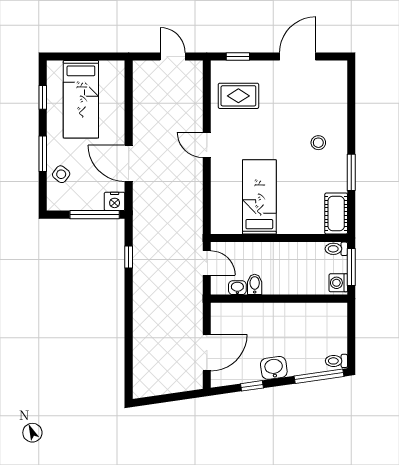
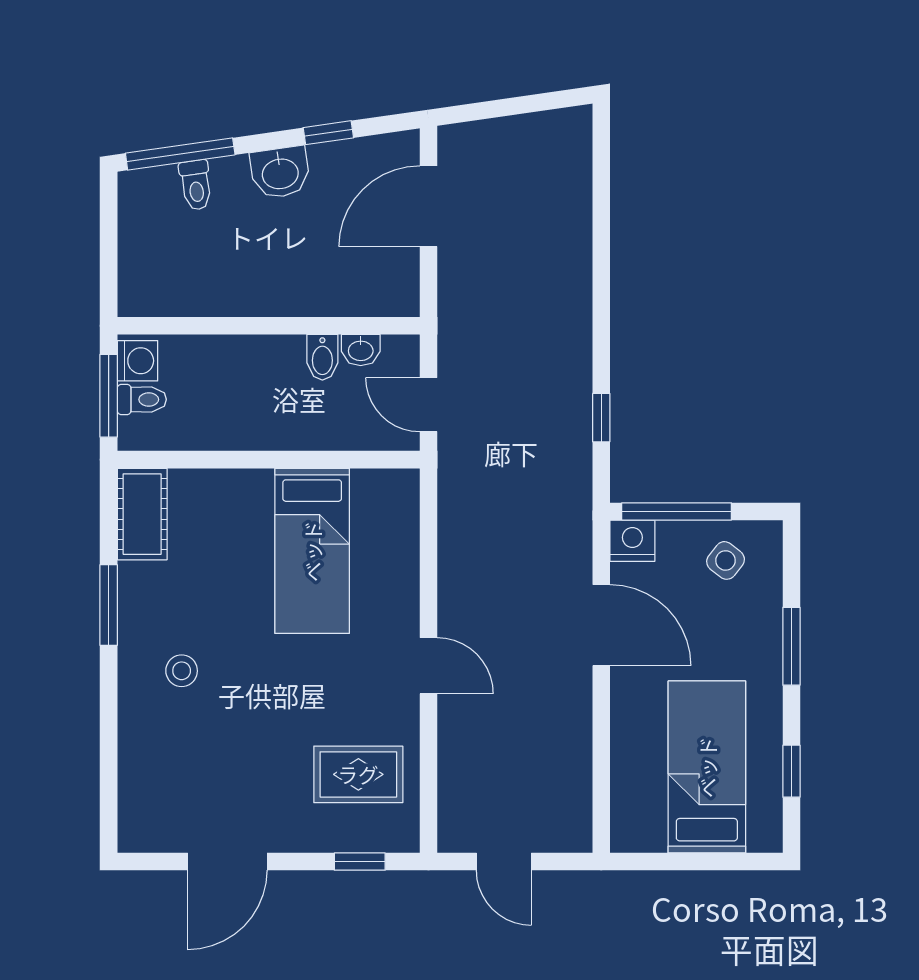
side table: (61, 174) -> (726, 560), moved
toilet: (336, 249) -> (142, 399), moved
toilet: (336, 361) -> (196, 185), moved, turned 82

